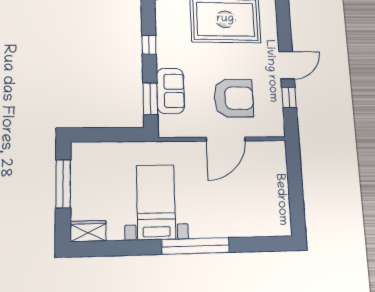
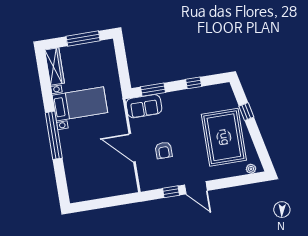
sofa: (170, 91) -> (144, 106), moved
armchair: (234, 98) -> (164, 150), width x0.53, depth x0.53
wardrobe: (88, 231) -> (55, 66), width x1.50

